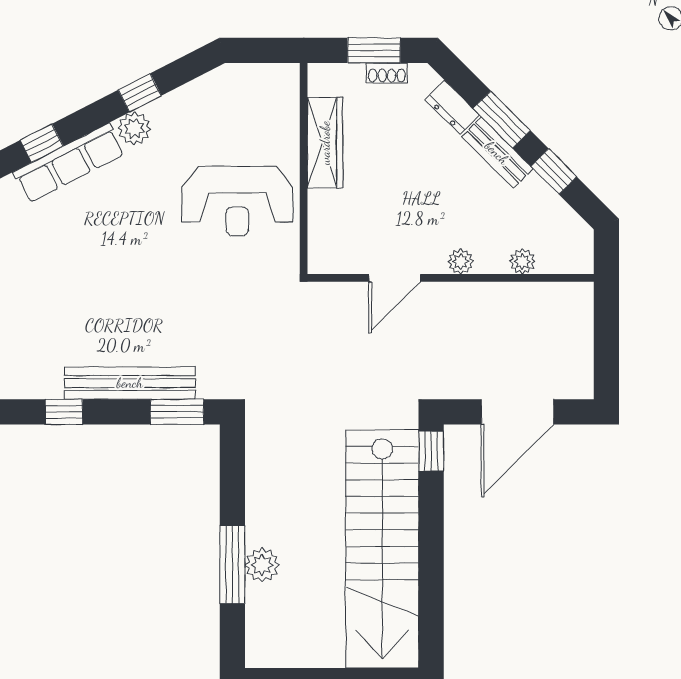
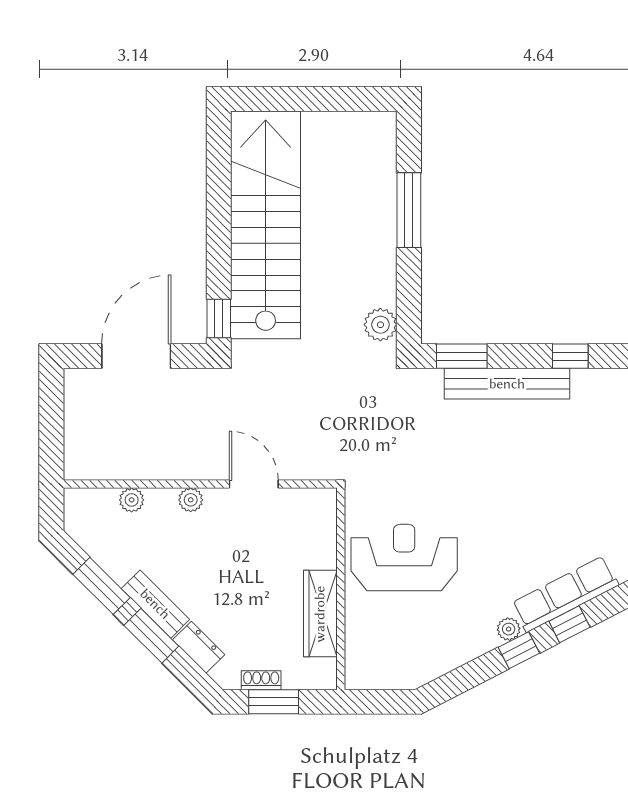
window: (140, 93) -> (519, 650), moved
plant: (134, 128) -> (509, 629), width x0.73, depth x0.73
window: (42, 143) -> (569, 624), moved
window: (554, 172) -> (101, 586), width x1.50
door: (395, 278) -> (254, 484), hinge flipped
plant: (262, 565) -> (380, 325), moved

